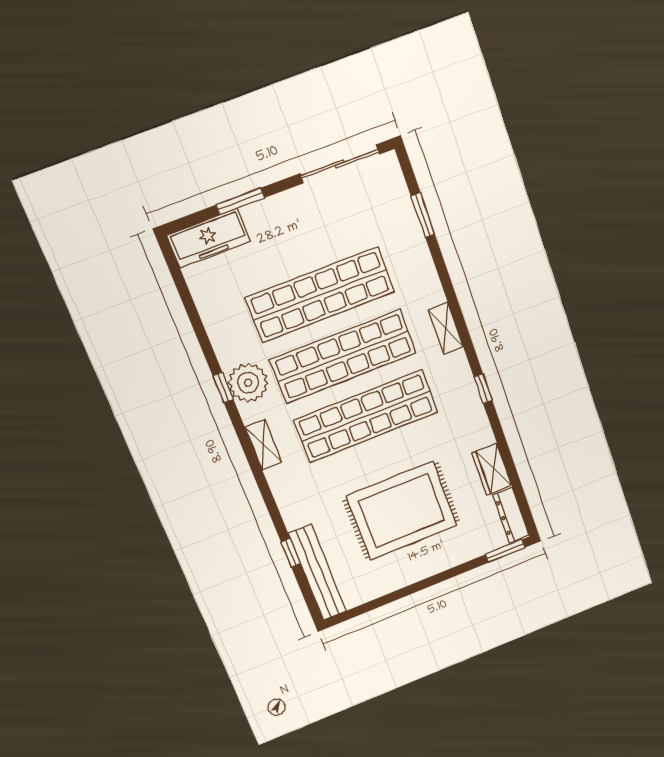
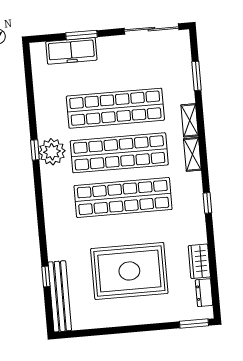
freezer: (209, 238) -> (71, 51), moved
shelving: (264, 445) -> (190, 120), moved
dresser: (511, 515) -> (204, 293), width x0.70

